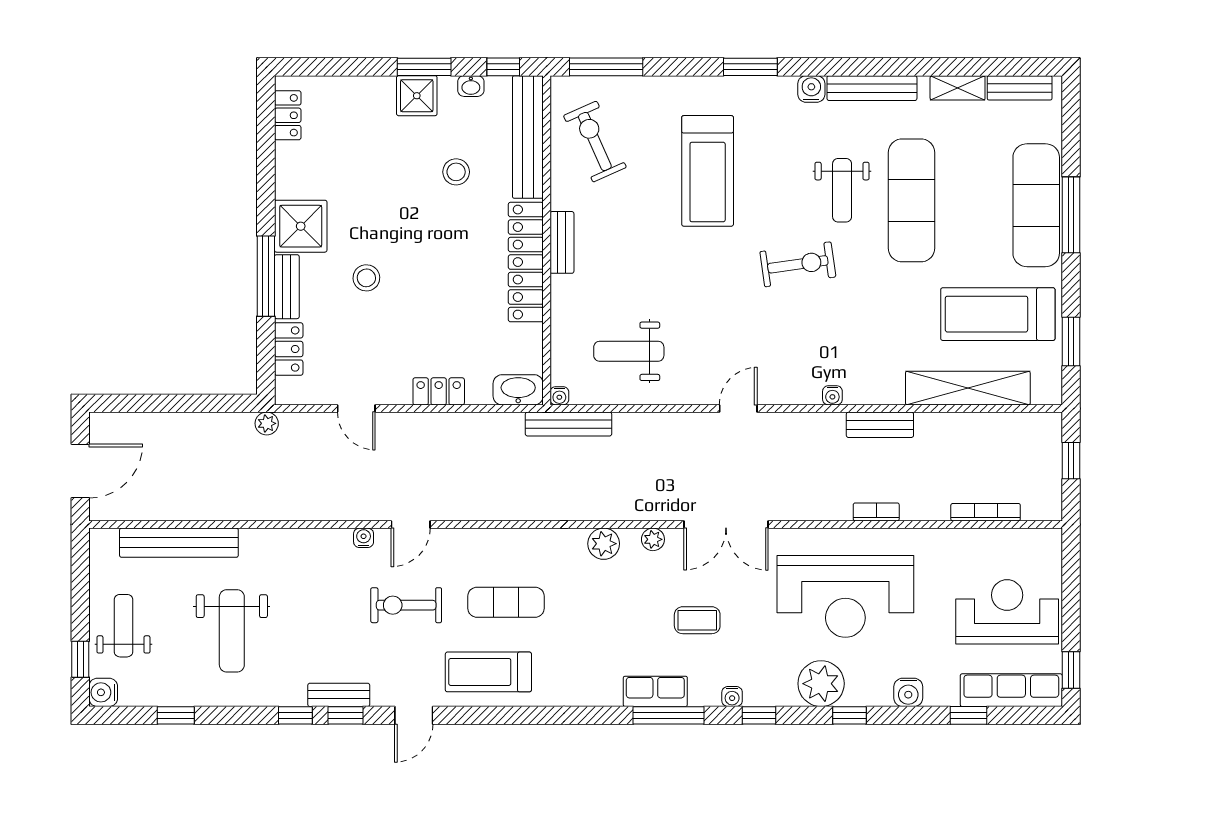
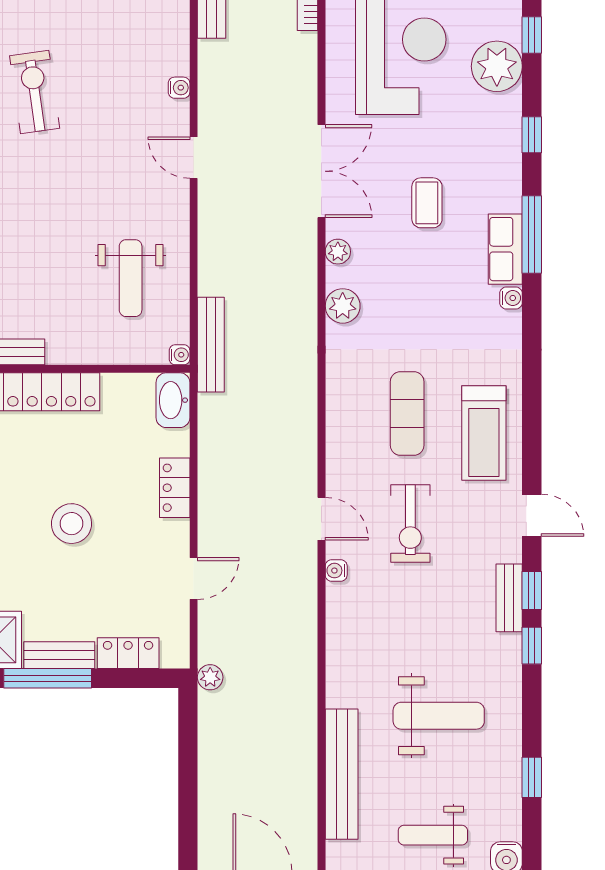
stool: (366, 278) -> (72, 524), moved, width x1.38, depth x1.38
water cooler: (832, 395) -> (179, 88), moved
water cooler: (732, 696) -> (511, 298), moved

